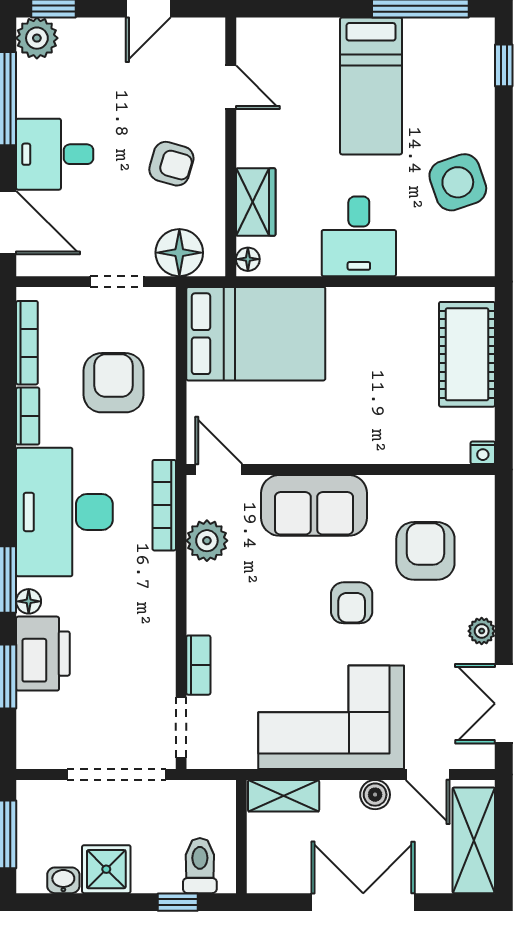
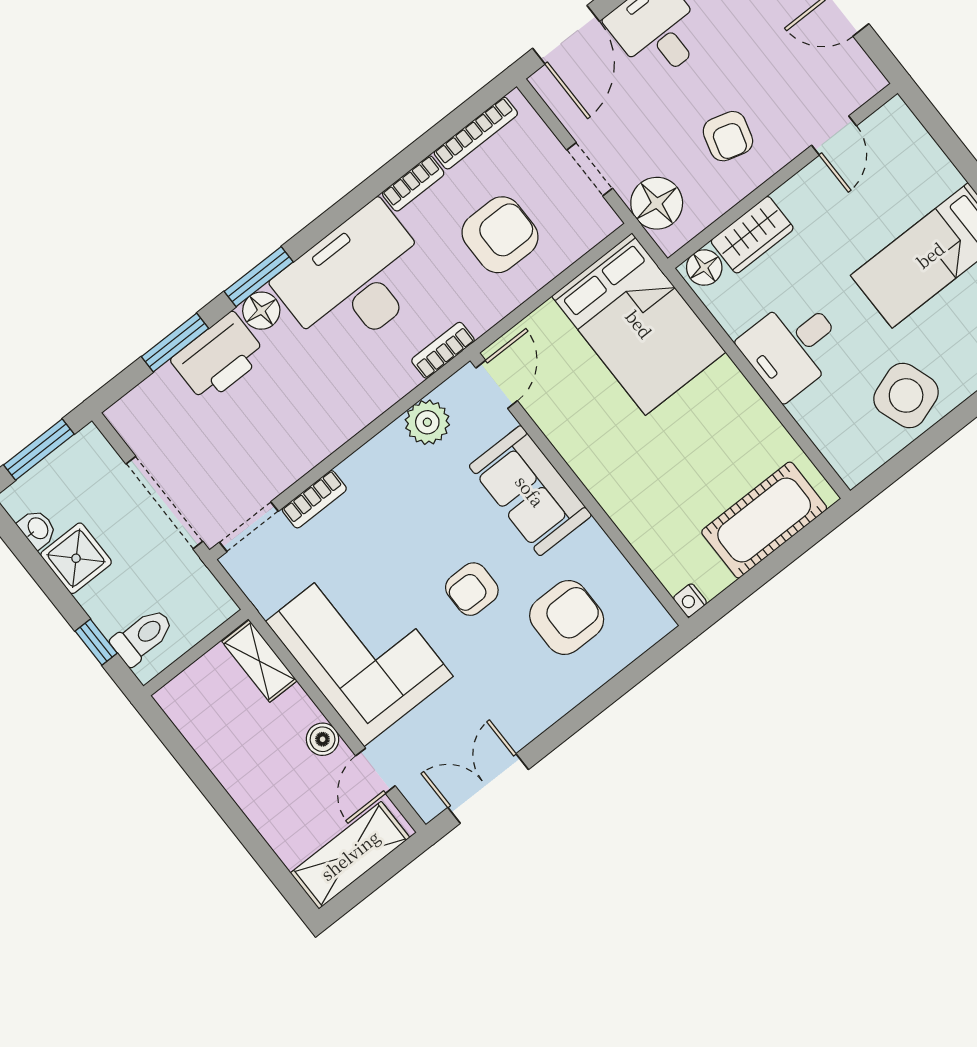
floor lamp: (248, 259) -> (704, 268), width x1.37, depth x1.37
bookcase: (164, 505) -> (443, 350), width x0.64
floor lamp: (29, 601) -> (261, 311), width x1.37, depth x1.37
plant: (482, 631) -> (536, 720), removed
double door: (363, 902) -> (222, 802), removed

